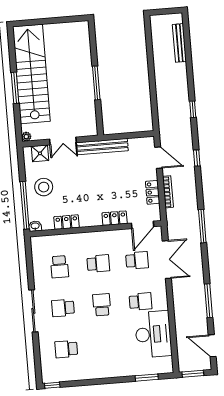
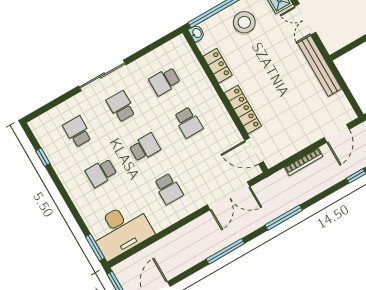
locker: (153, 192) -> (295, 145), removed
locker: (115, 218) -> (243, 110), width x1.53
school desk: (137, 260) -> (101, 173), moved, turned 90
window: (208, 301) -> (225, 251), moved
desk: (153, 334) -> (121, 230), moved
window: (147, 378) -> (95, 247), moved
window: (52, 385) -> (43, 157), moved

